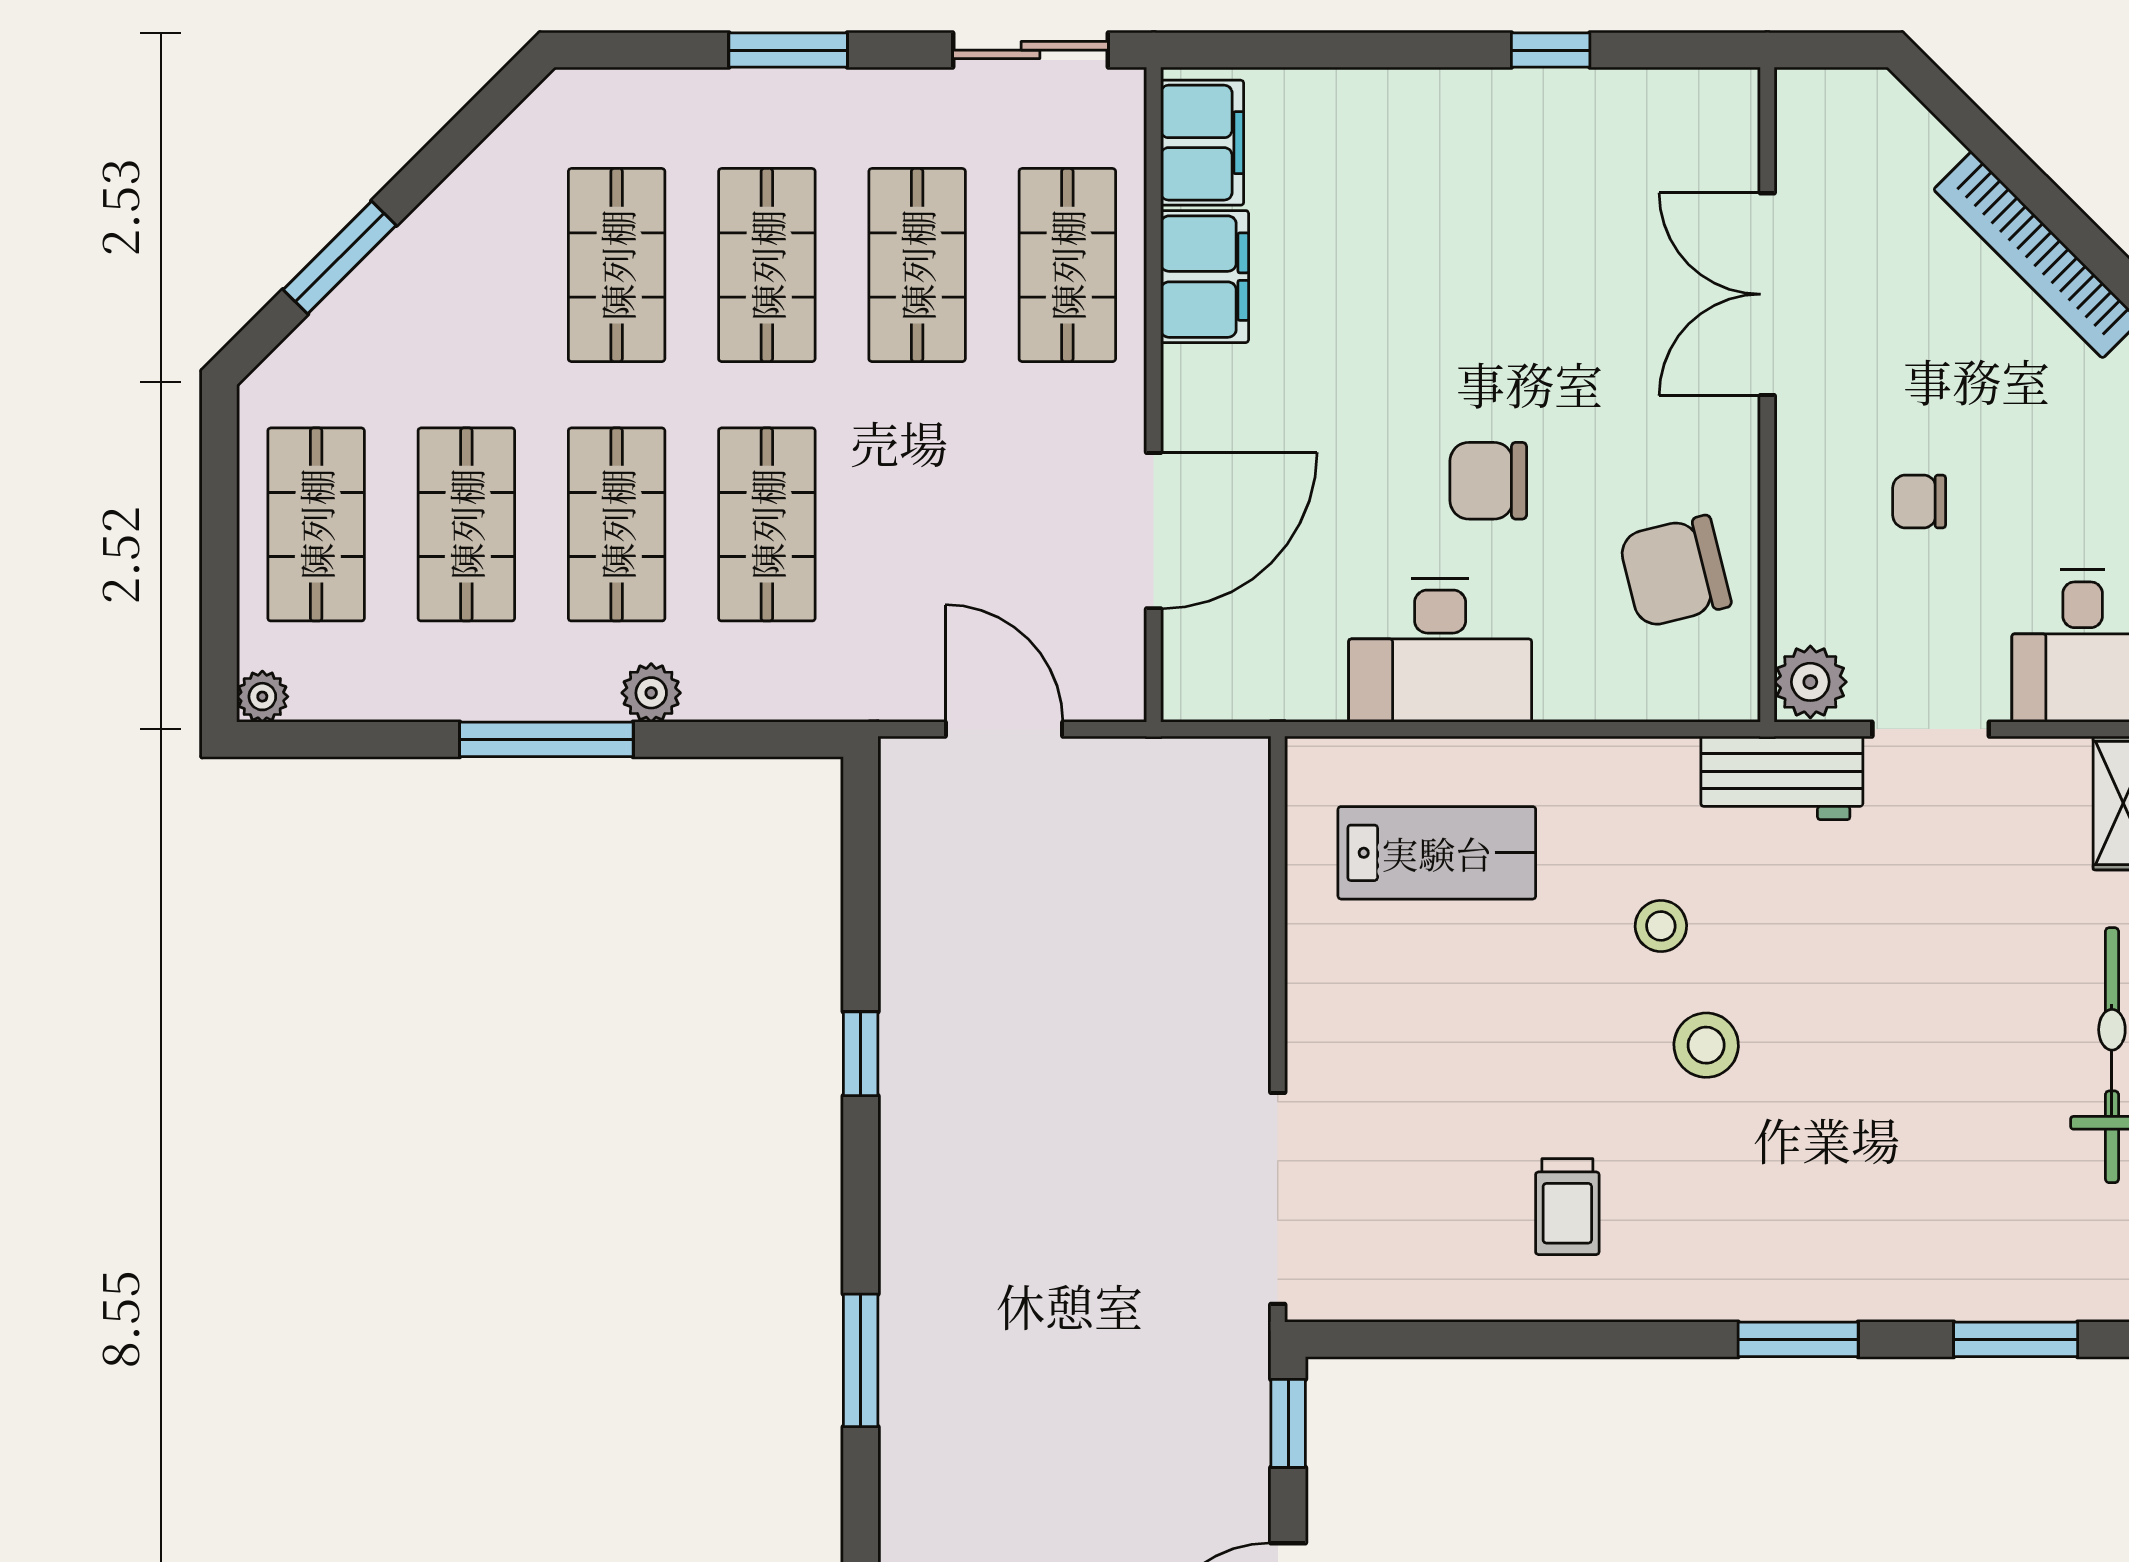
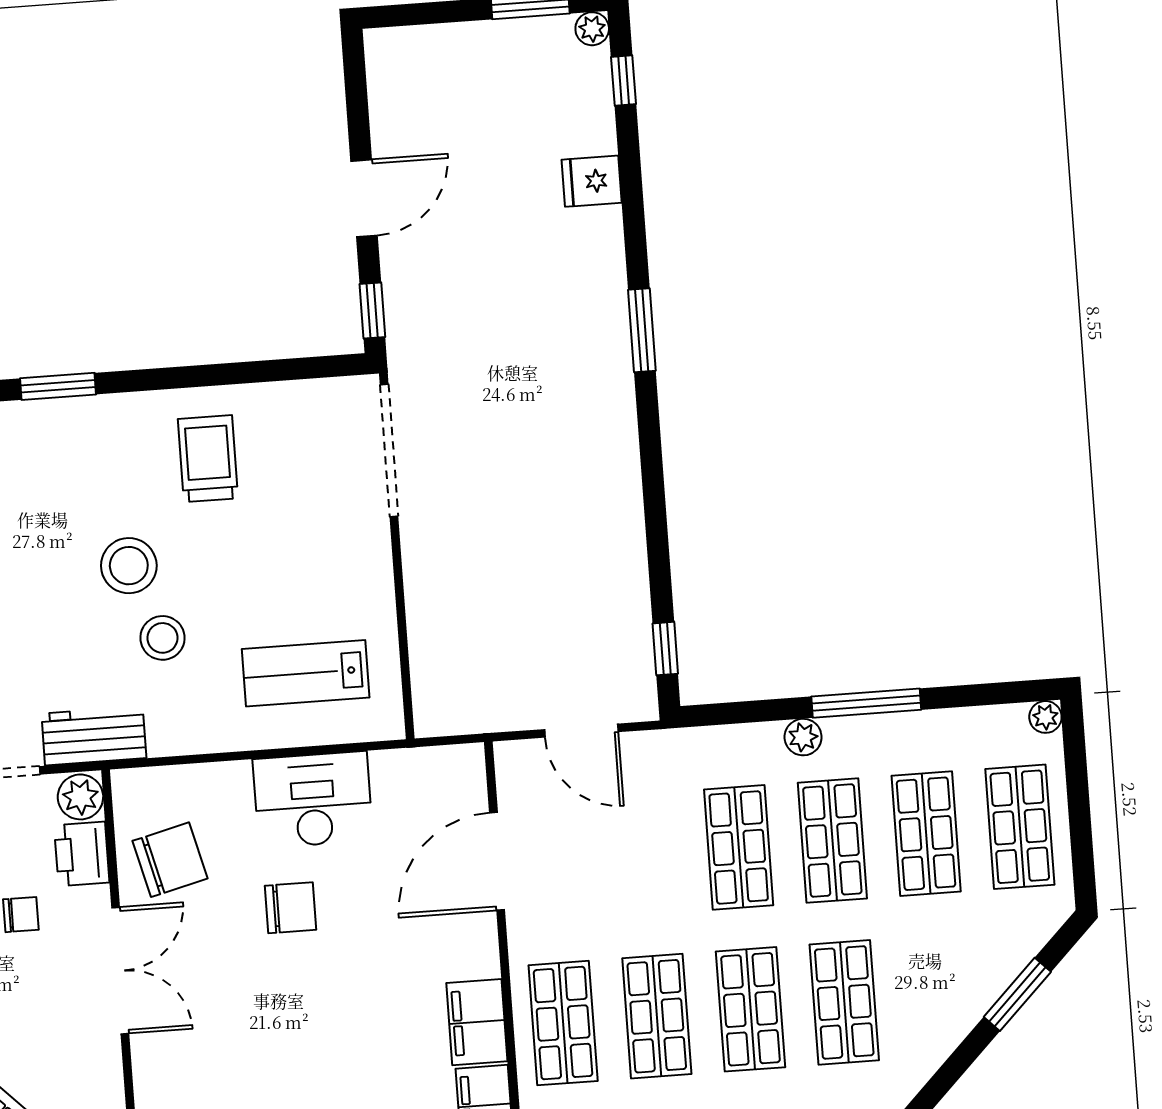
double door: (1767, 294) -> (120, 971), moved
printer: (1815, 591) -> (82, 854), added
stool: (1661, 926) -> (163, 638), width x1.37, depth x1.37
stool: (1706, 1045) -> (129, 566), width x1.38, depth x1.38
window: (861, 1054) -> (665, 649), moved
trolley: (1567, 1207) -> (208, 459), width x1.36, depth x1.39

